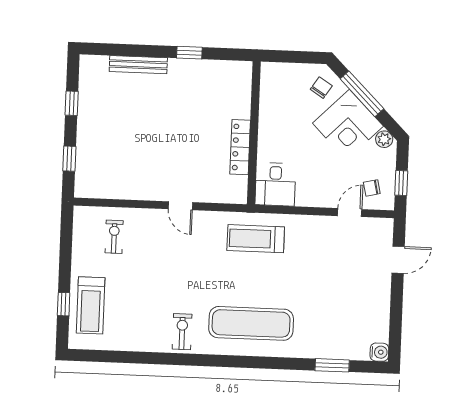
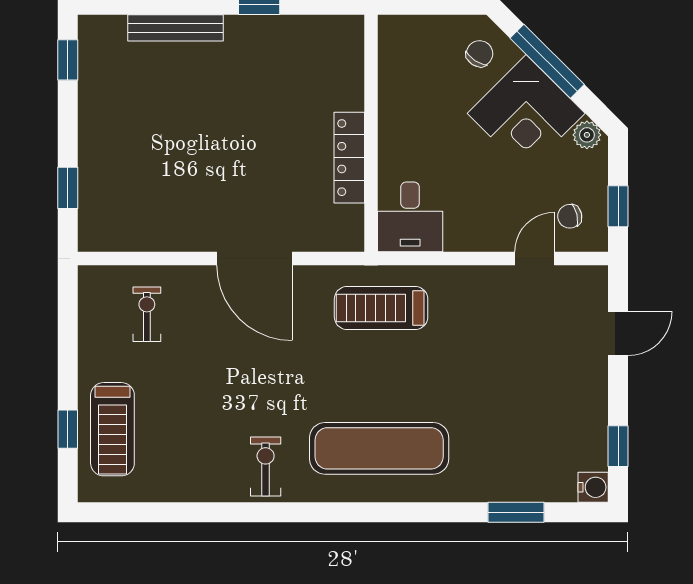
window: (72, 103) -> (68, 60), moved
door: (180, 206) -> (254, 258), width x1.87
window: (395, 328) -> (618, 446), added

